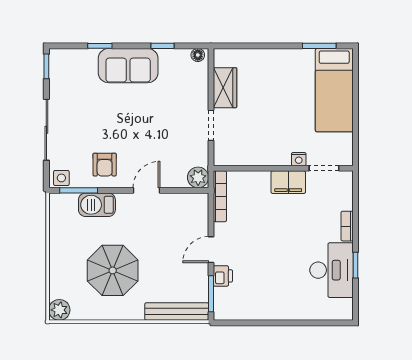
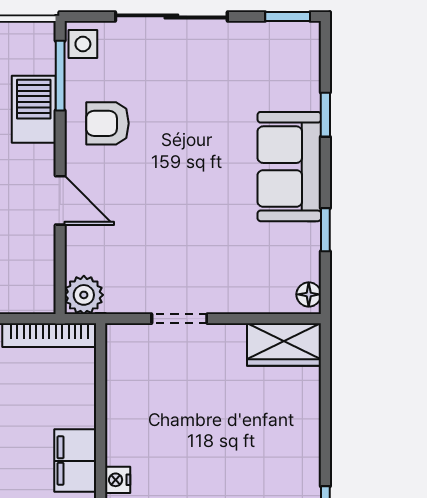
wardrobe: (225, 88) -> (284, 345), moved

